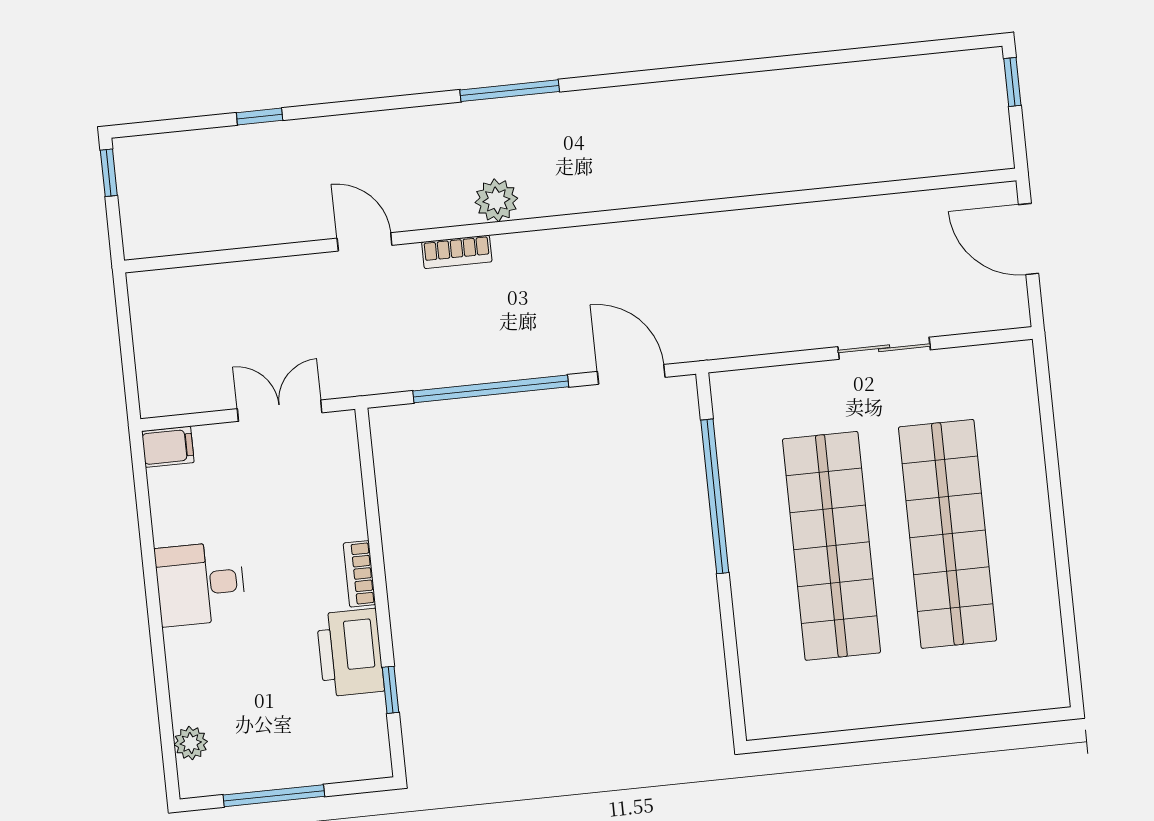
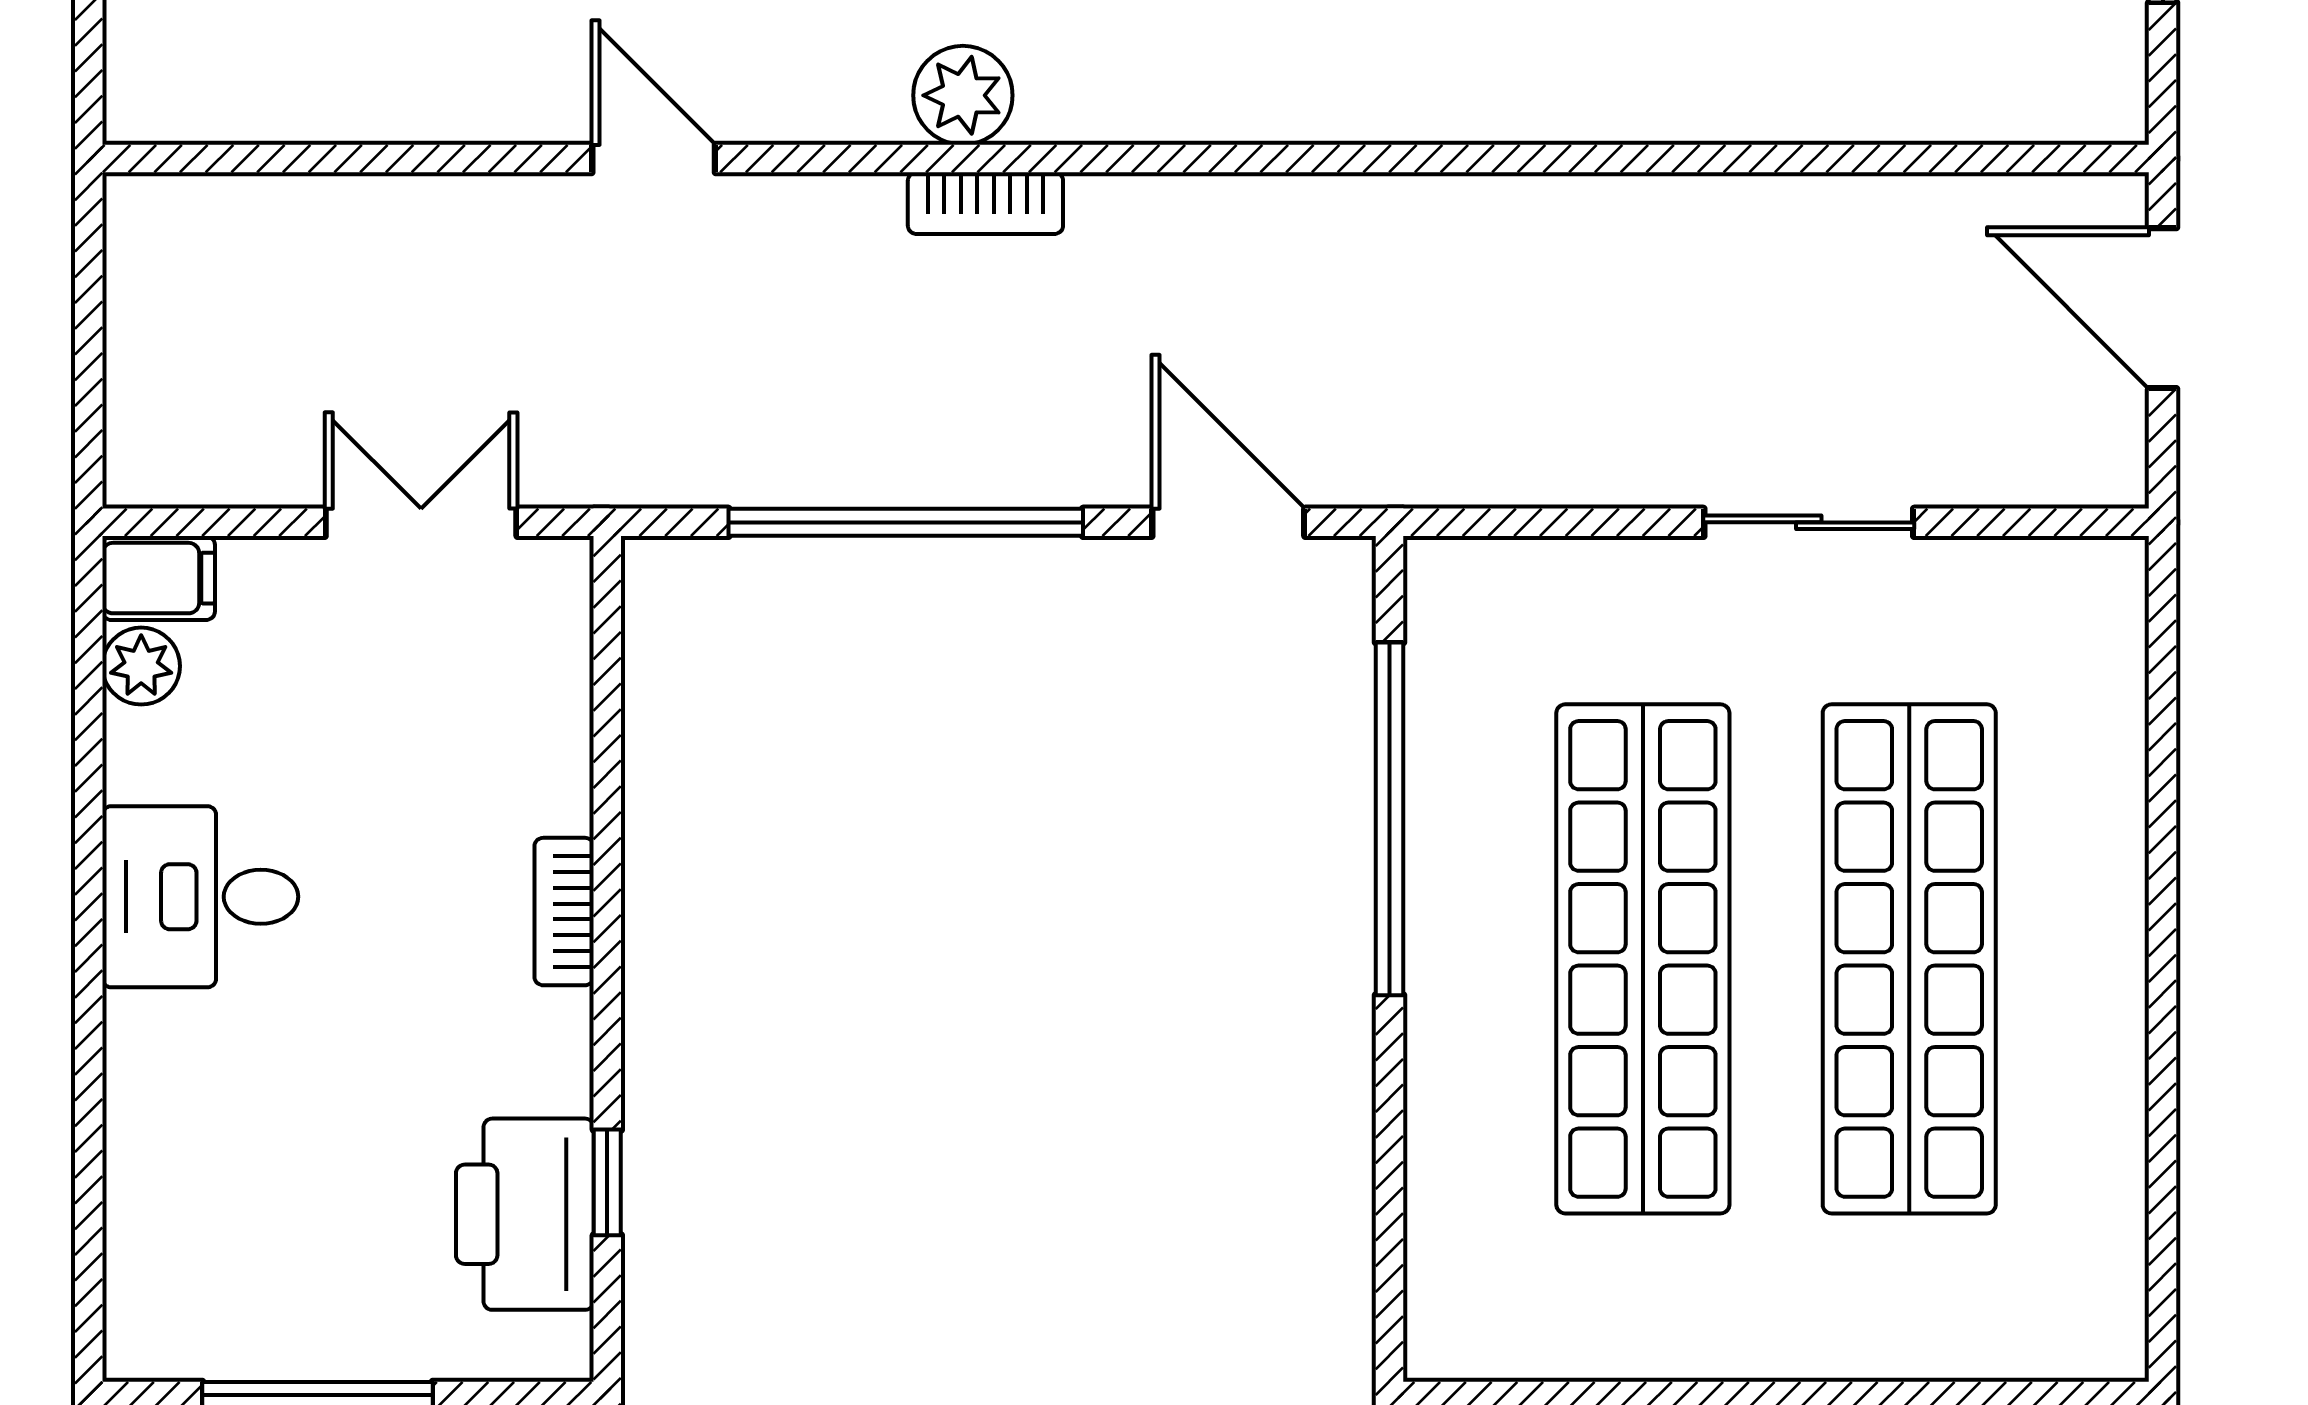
bookcase: (457, 252) -> (985, 203), moved
printer: (350, 653) -> (525, 1214), moved
plant: (191, 743) -> (141, 666), moved

